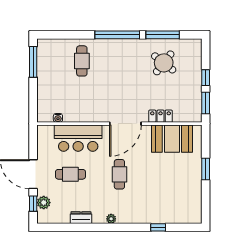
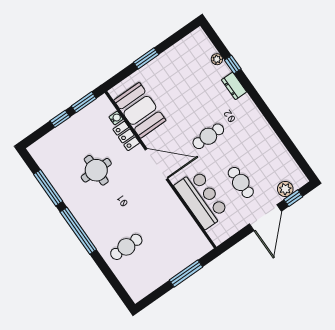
window: (33, 62) -> (186, 273), moved
round table: (164, 63) -> (96, 170), moved, turned -38
water cooler: (58, 118) -> (116, 118), moved
dresser: (81, 218) -> (234, 86), moved
plant: (111, 219) -> (217, 59), moved

